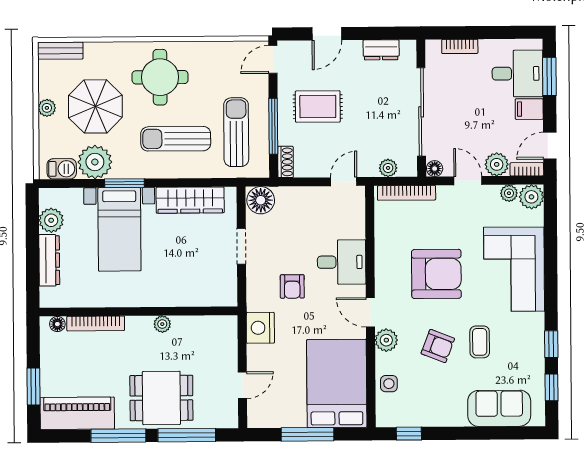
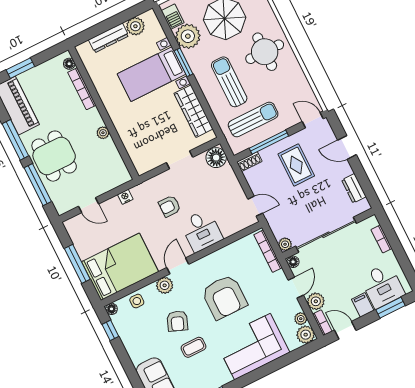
plant: (388, 168) -> (285, 244), moved
nightstand: (260, 328) -> (125, 197), width x0.53, depth x0.56
floor lamp: (383, 419) -> (111, 309), added

